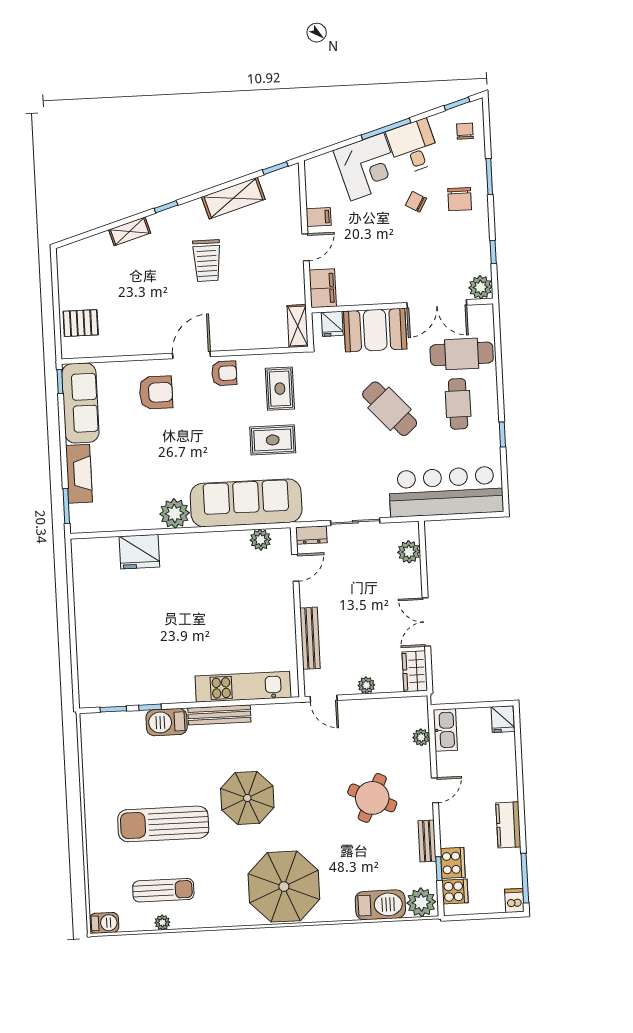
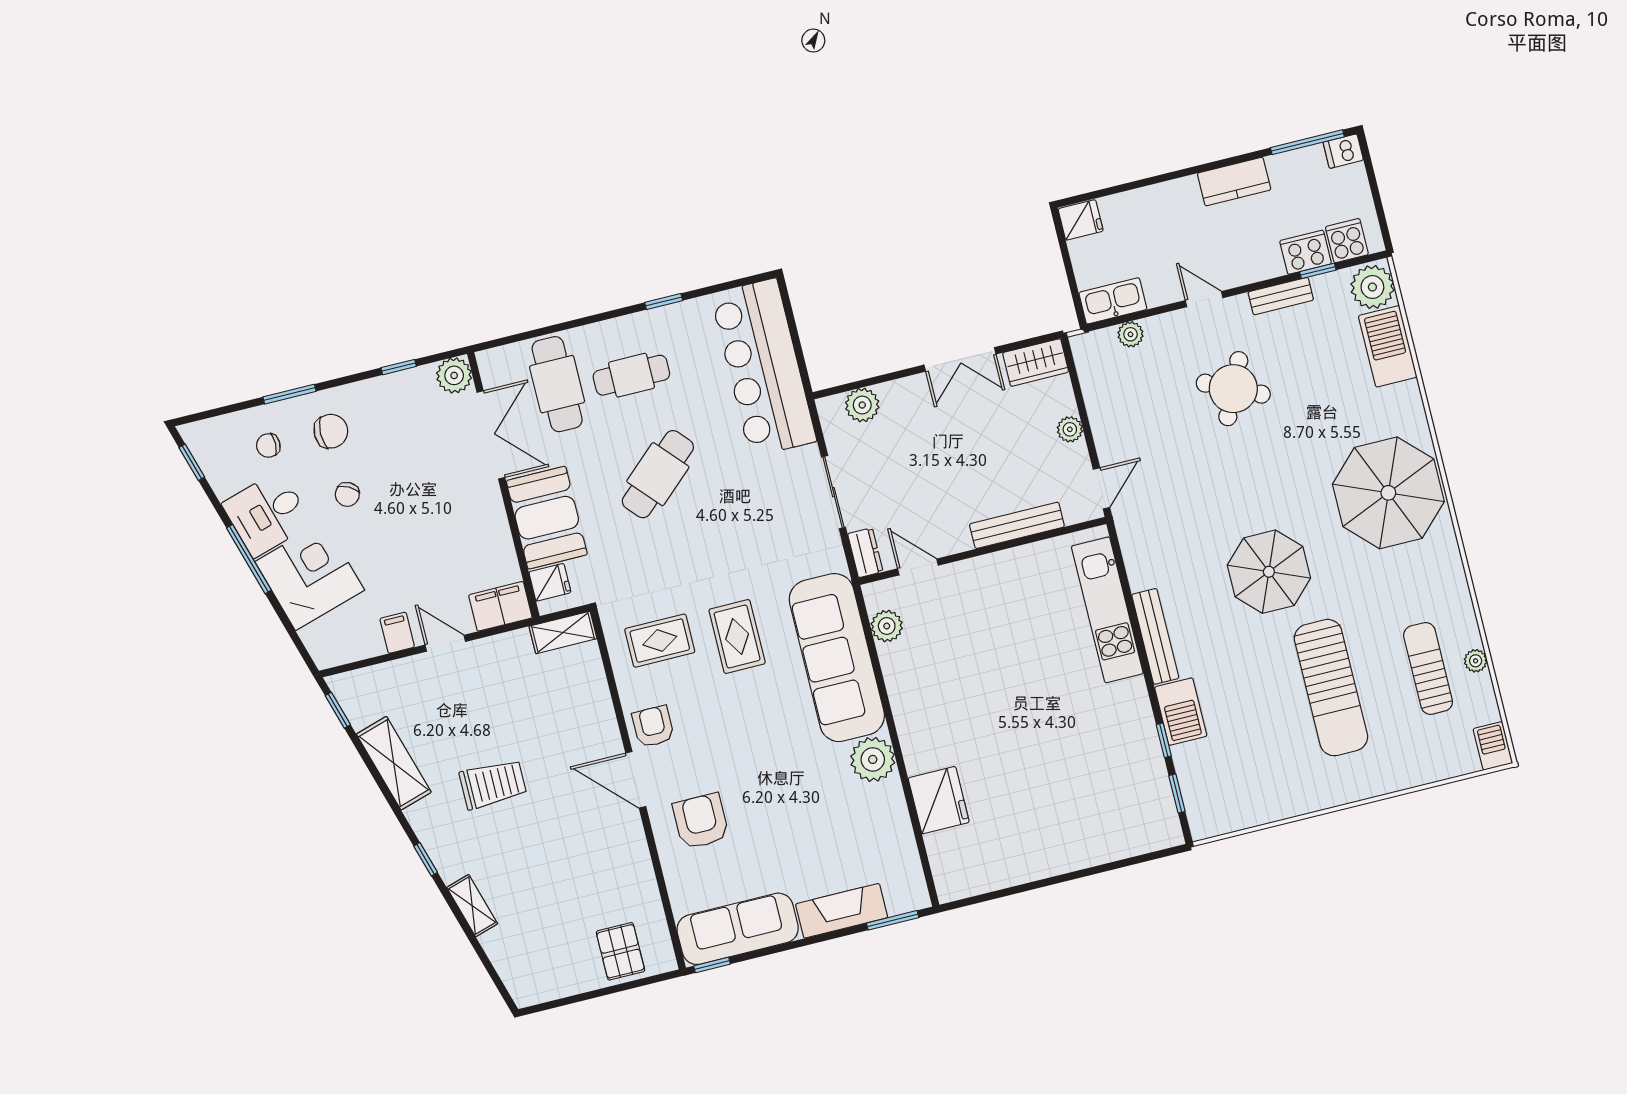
chair: (465, 131) -> (268, 445), moved

